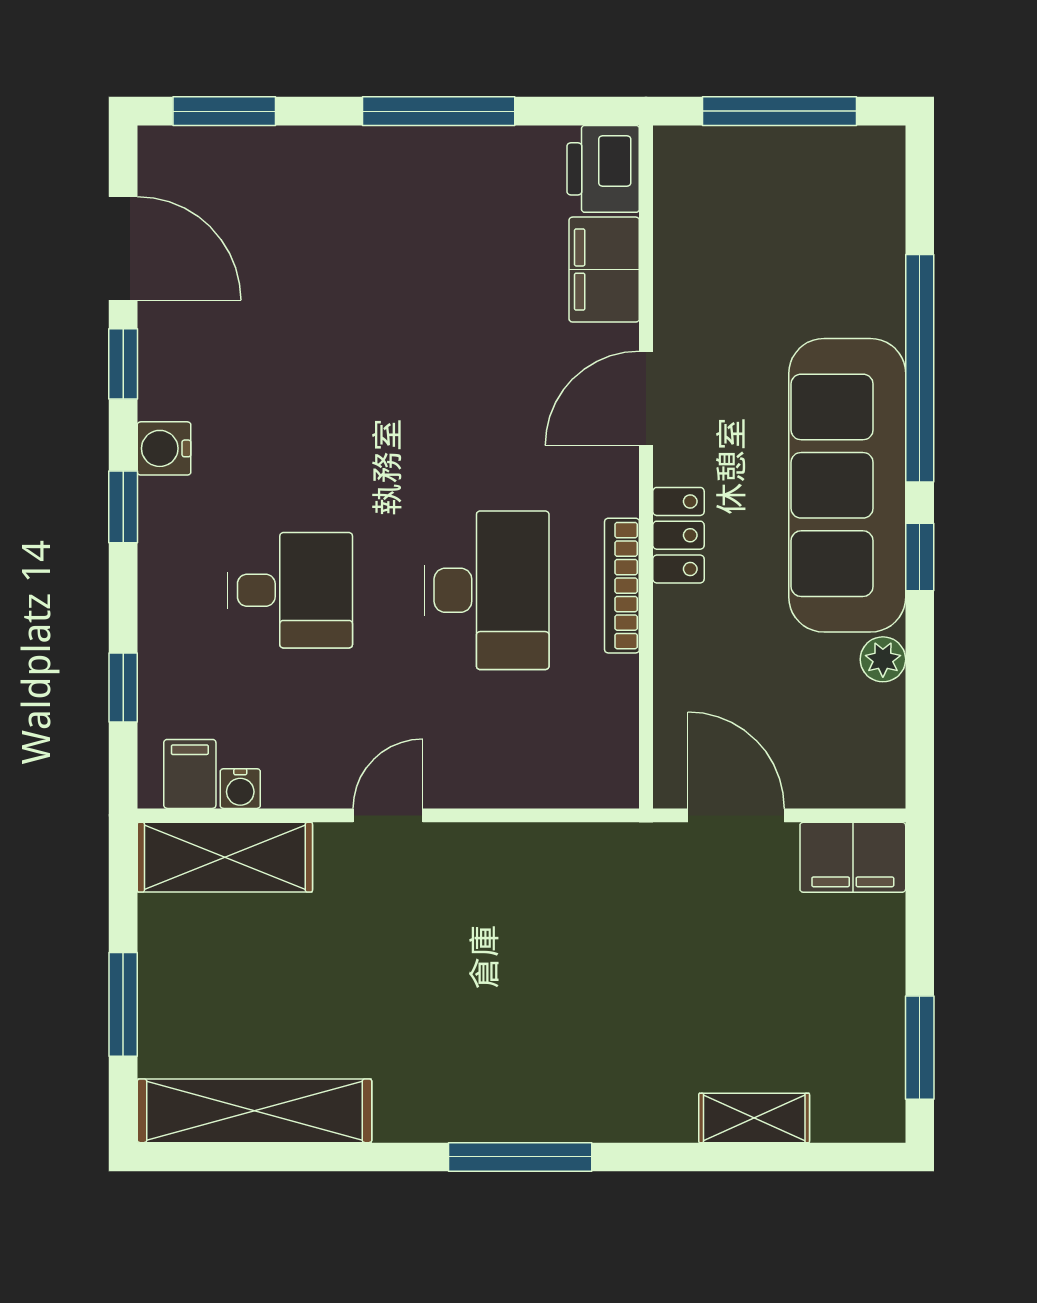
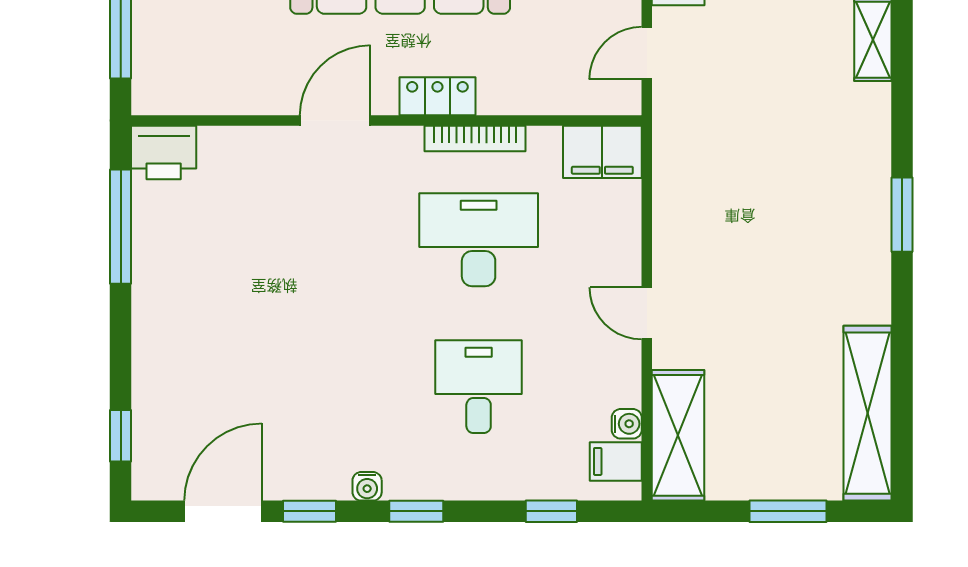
window: (224, 111) -> (121, 436), width x0.67
window: (439, 111) -> (121, 227), moved
filing cabinet: (604, 270) -> (602, 152), moved
door: (646, 398) -> (335, 121), swing flipped
water cooler: (164, 448) -> (367, 486), width x0.72, depth x0.72
door: (736, 815) -> (647, 53), width x0.73
window: (520, 1157) -> (902, 215), width x0.69

